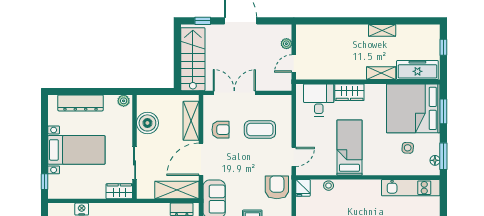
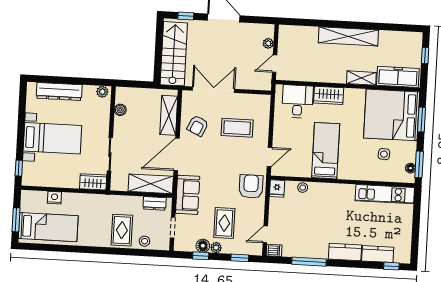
shelving: (382, 30) -> (348, 36), width x2.20, depth x1.33
boiler: (147, 123) -> (120, 110), width x0.54, depth x0.54
armchair: (221, 130) -> (198, 126), turned 115

